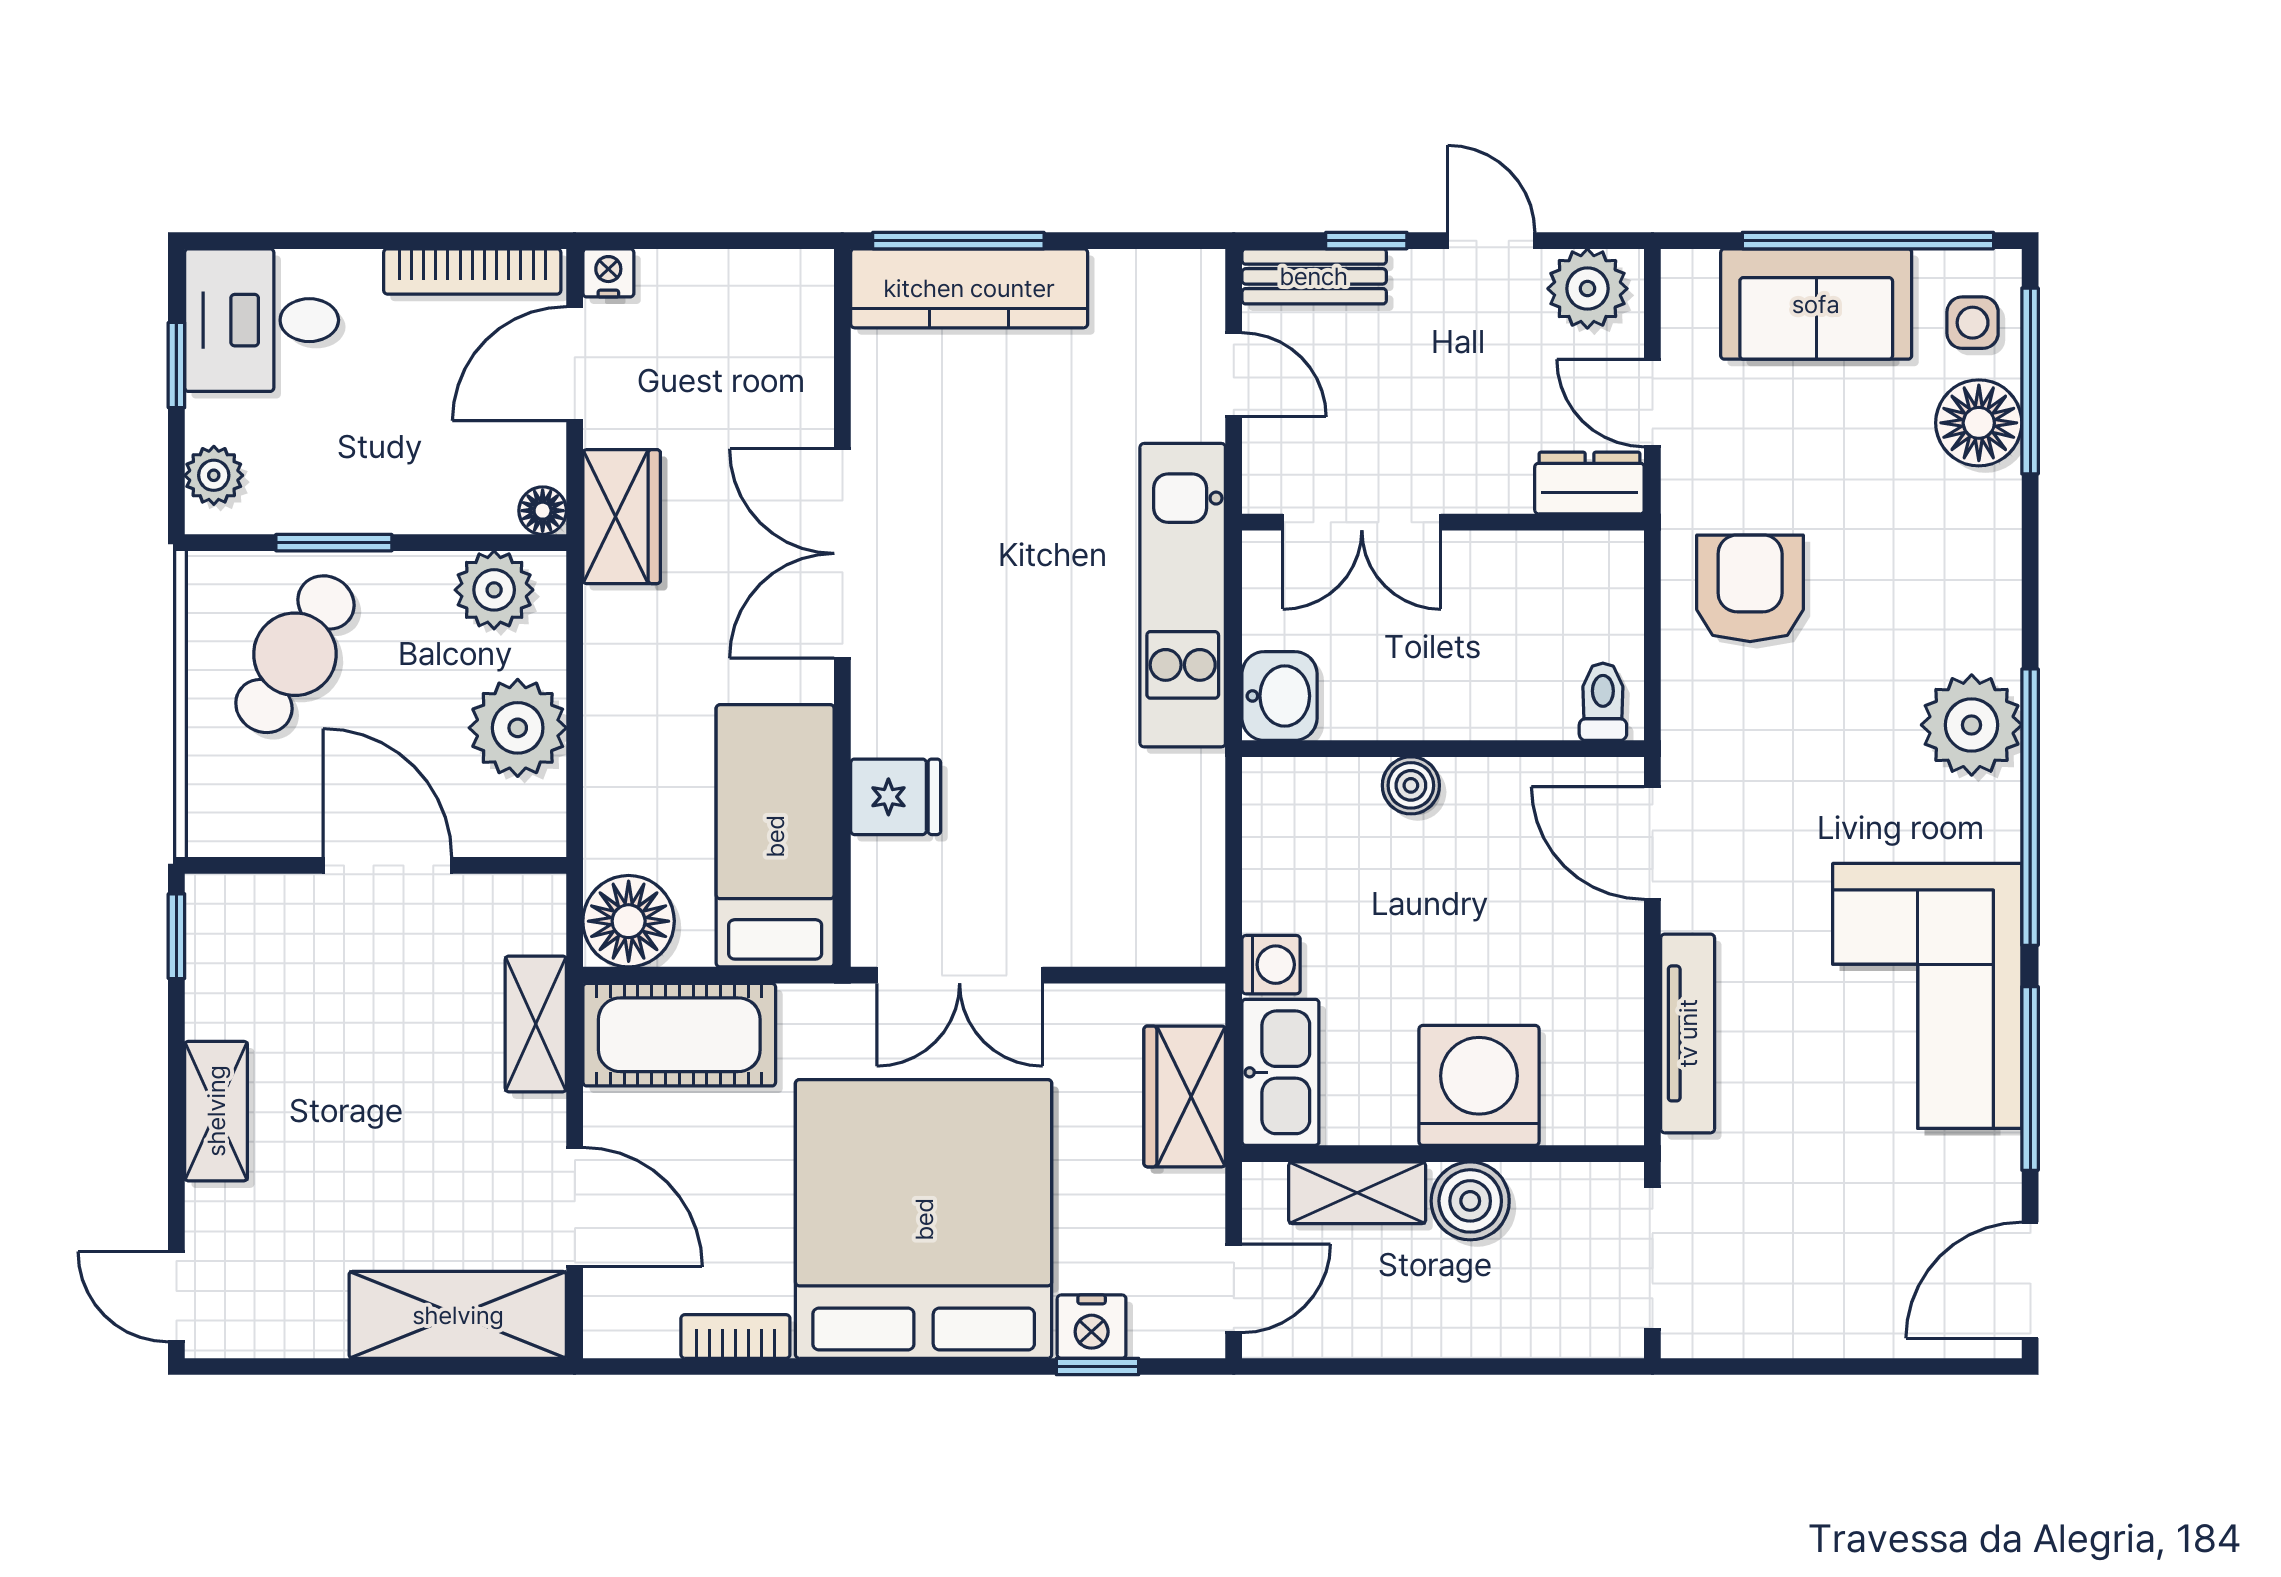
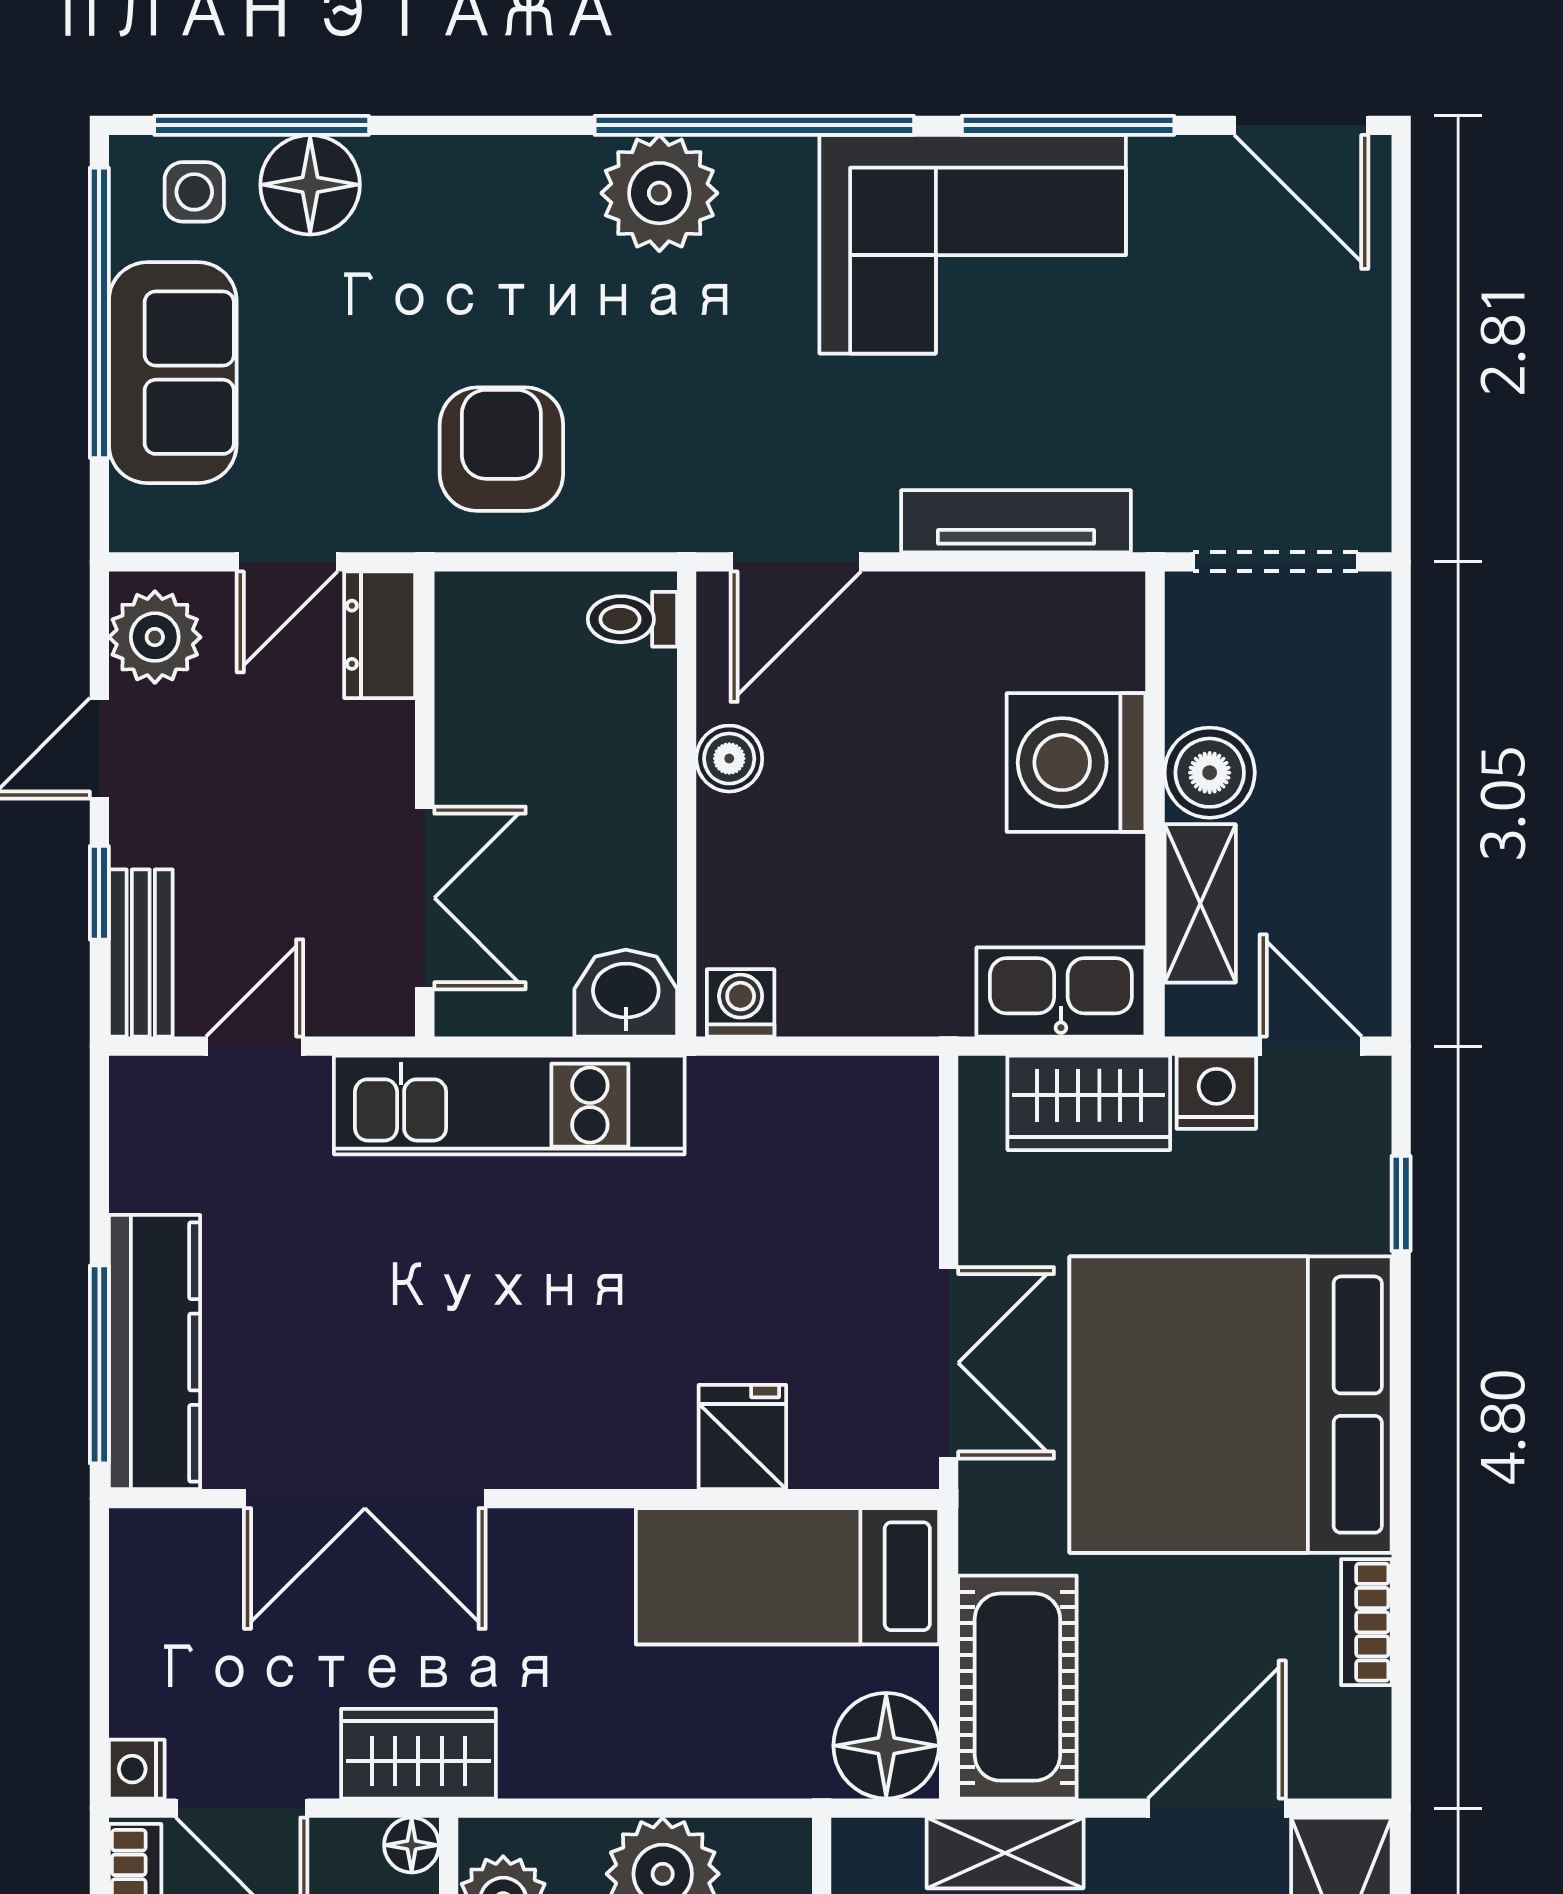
double door: (842, 553) -> (365, 1499), moved
armchair: (1750, 588) -> (501, 449), turned 90
boiler: (1411, 785) -> (729, 759), moved
washing machine: (1271, 965) -> (741, 1003), moved
nightstand: (1092, 1327) -> (1216, 1092), moved, turned -90

